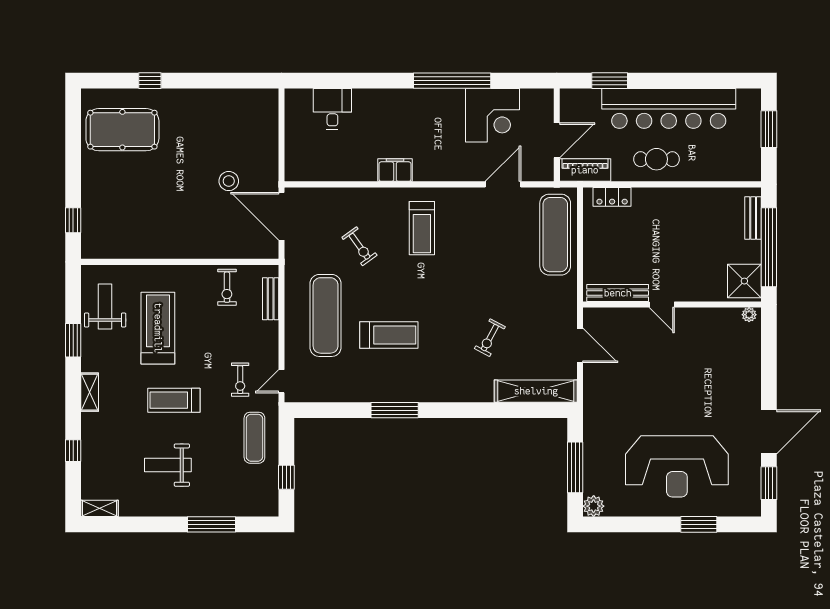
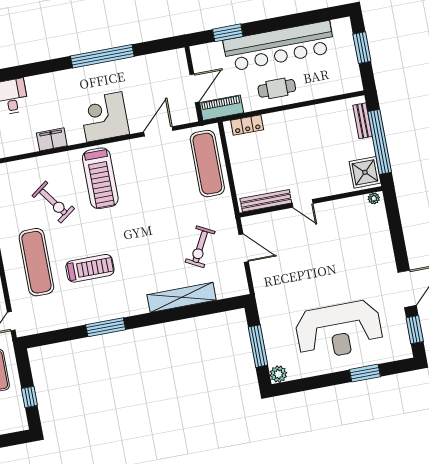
corner desk: (493, 115) -> (104, 117), moved, turned 180
filing cabinet: (395, 170) -> (52, 139), moved
treadmill: (422, 228) -> (100, 178), width x1.37, depth x1.38
exercise bike: (360, 246) -> (53, 202), width x1.38, depth x1.39
exercise bike: (490, 338) -> (200, 247), moved, width x1.38, depth x1.39
shelving: (536, 391) -> (182, 297), moved

